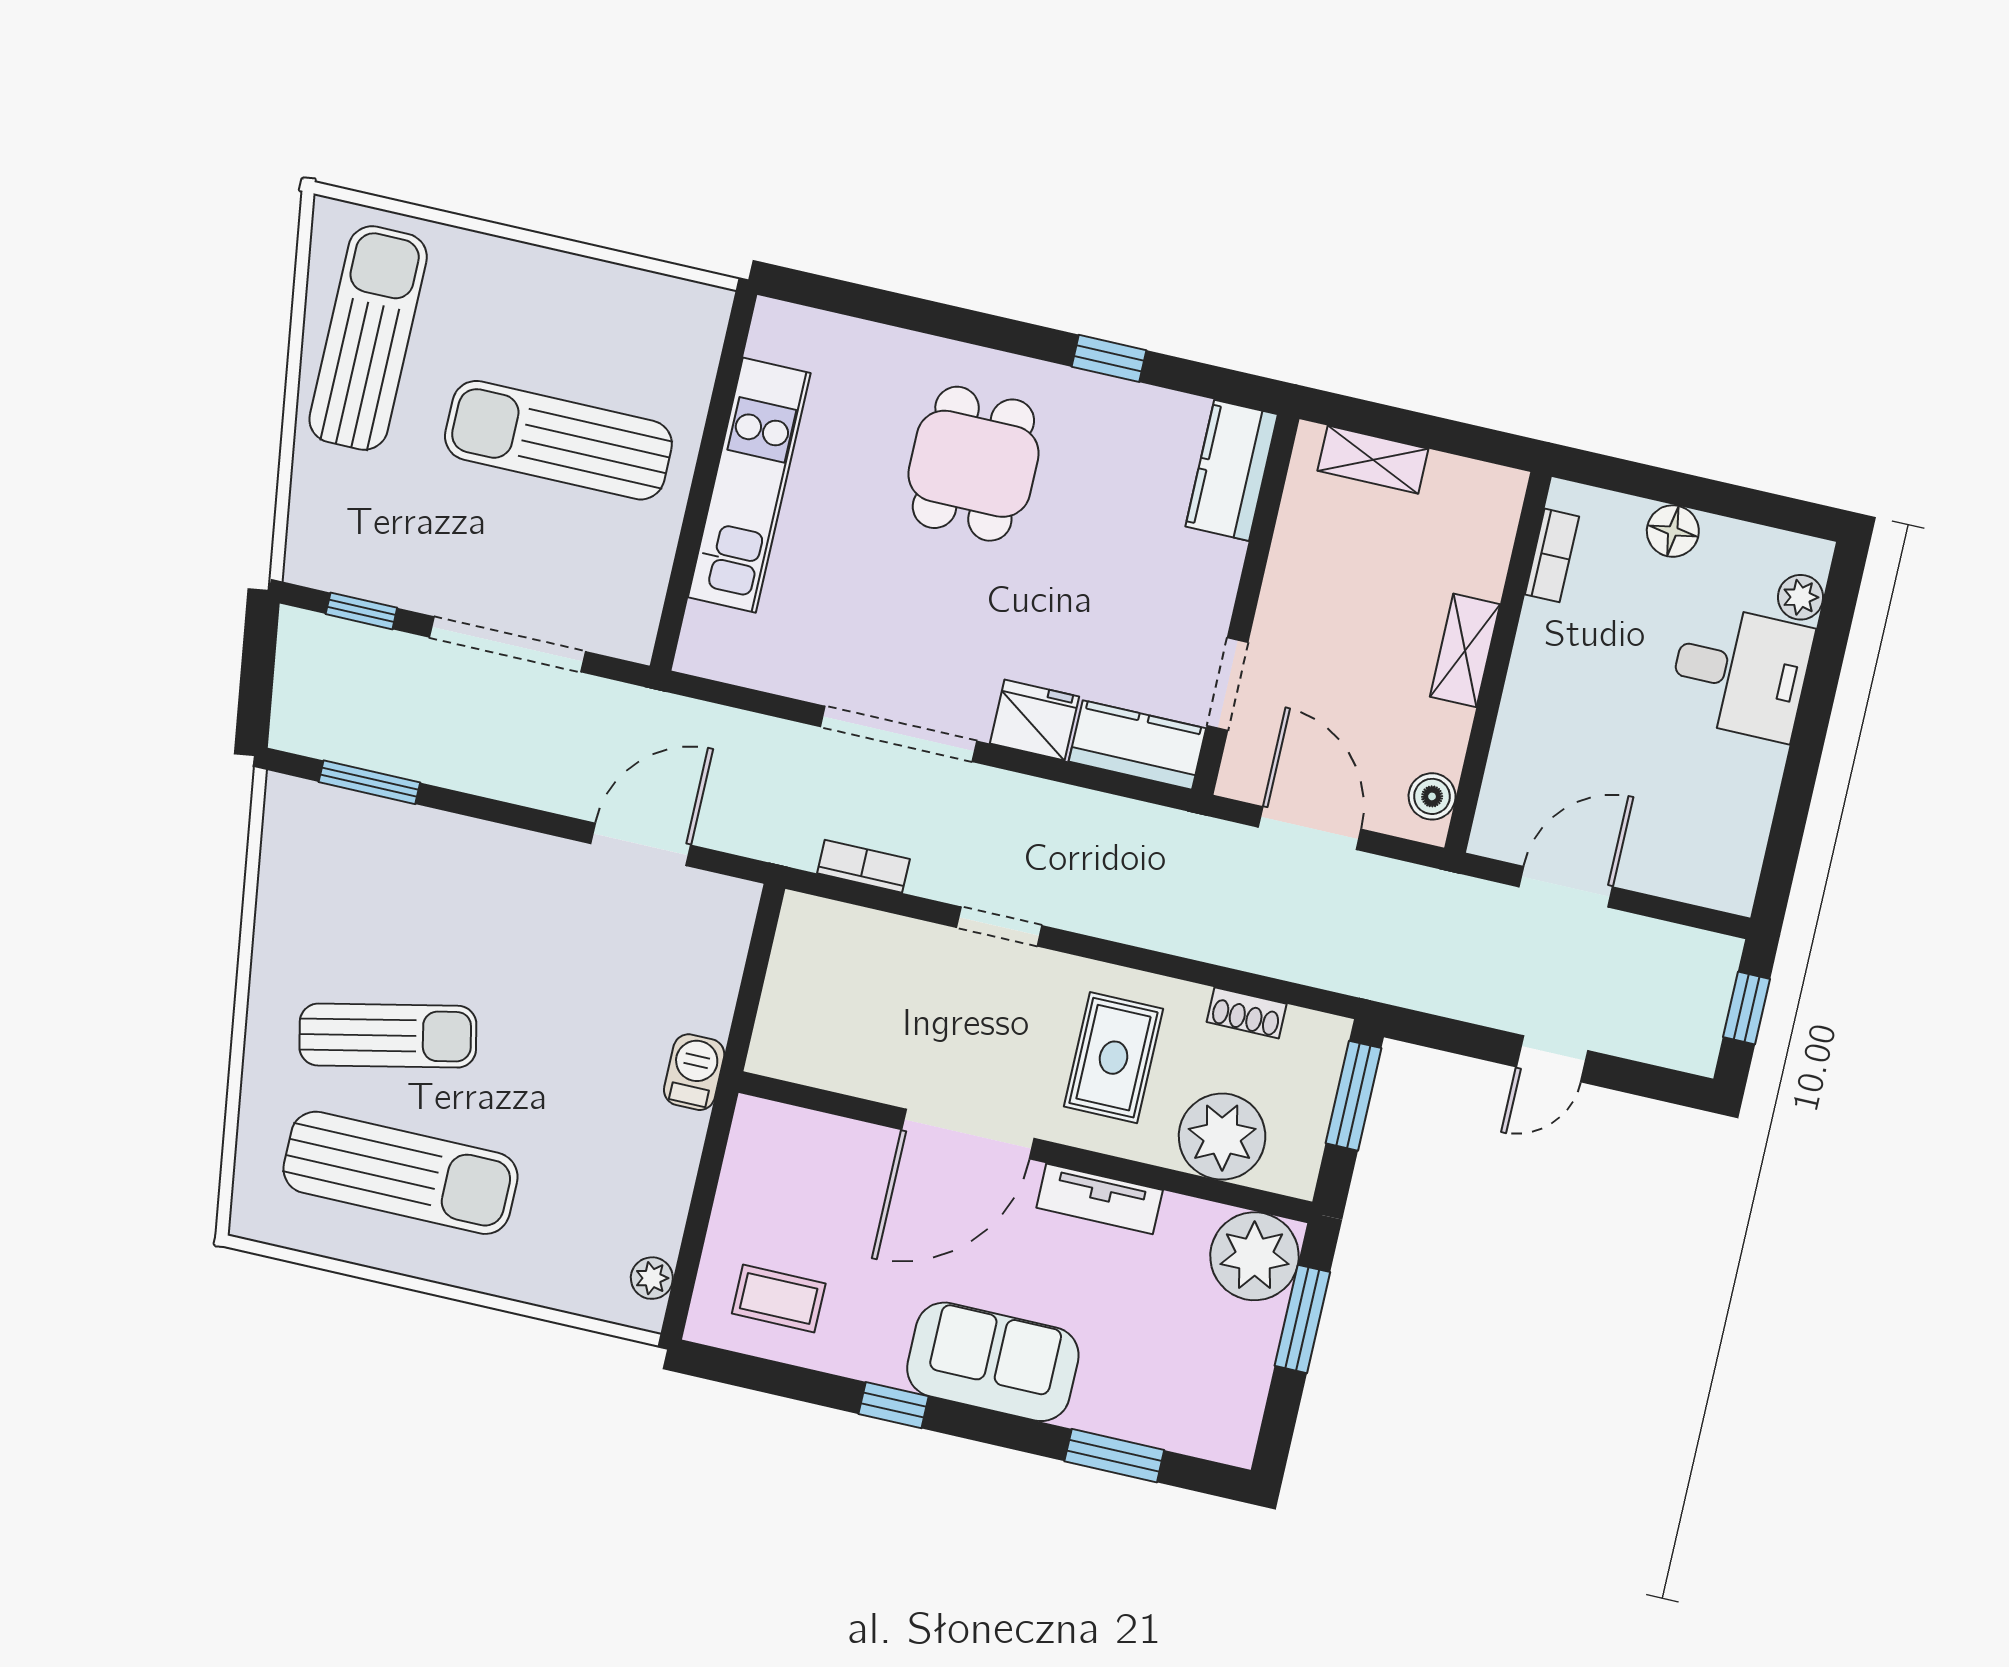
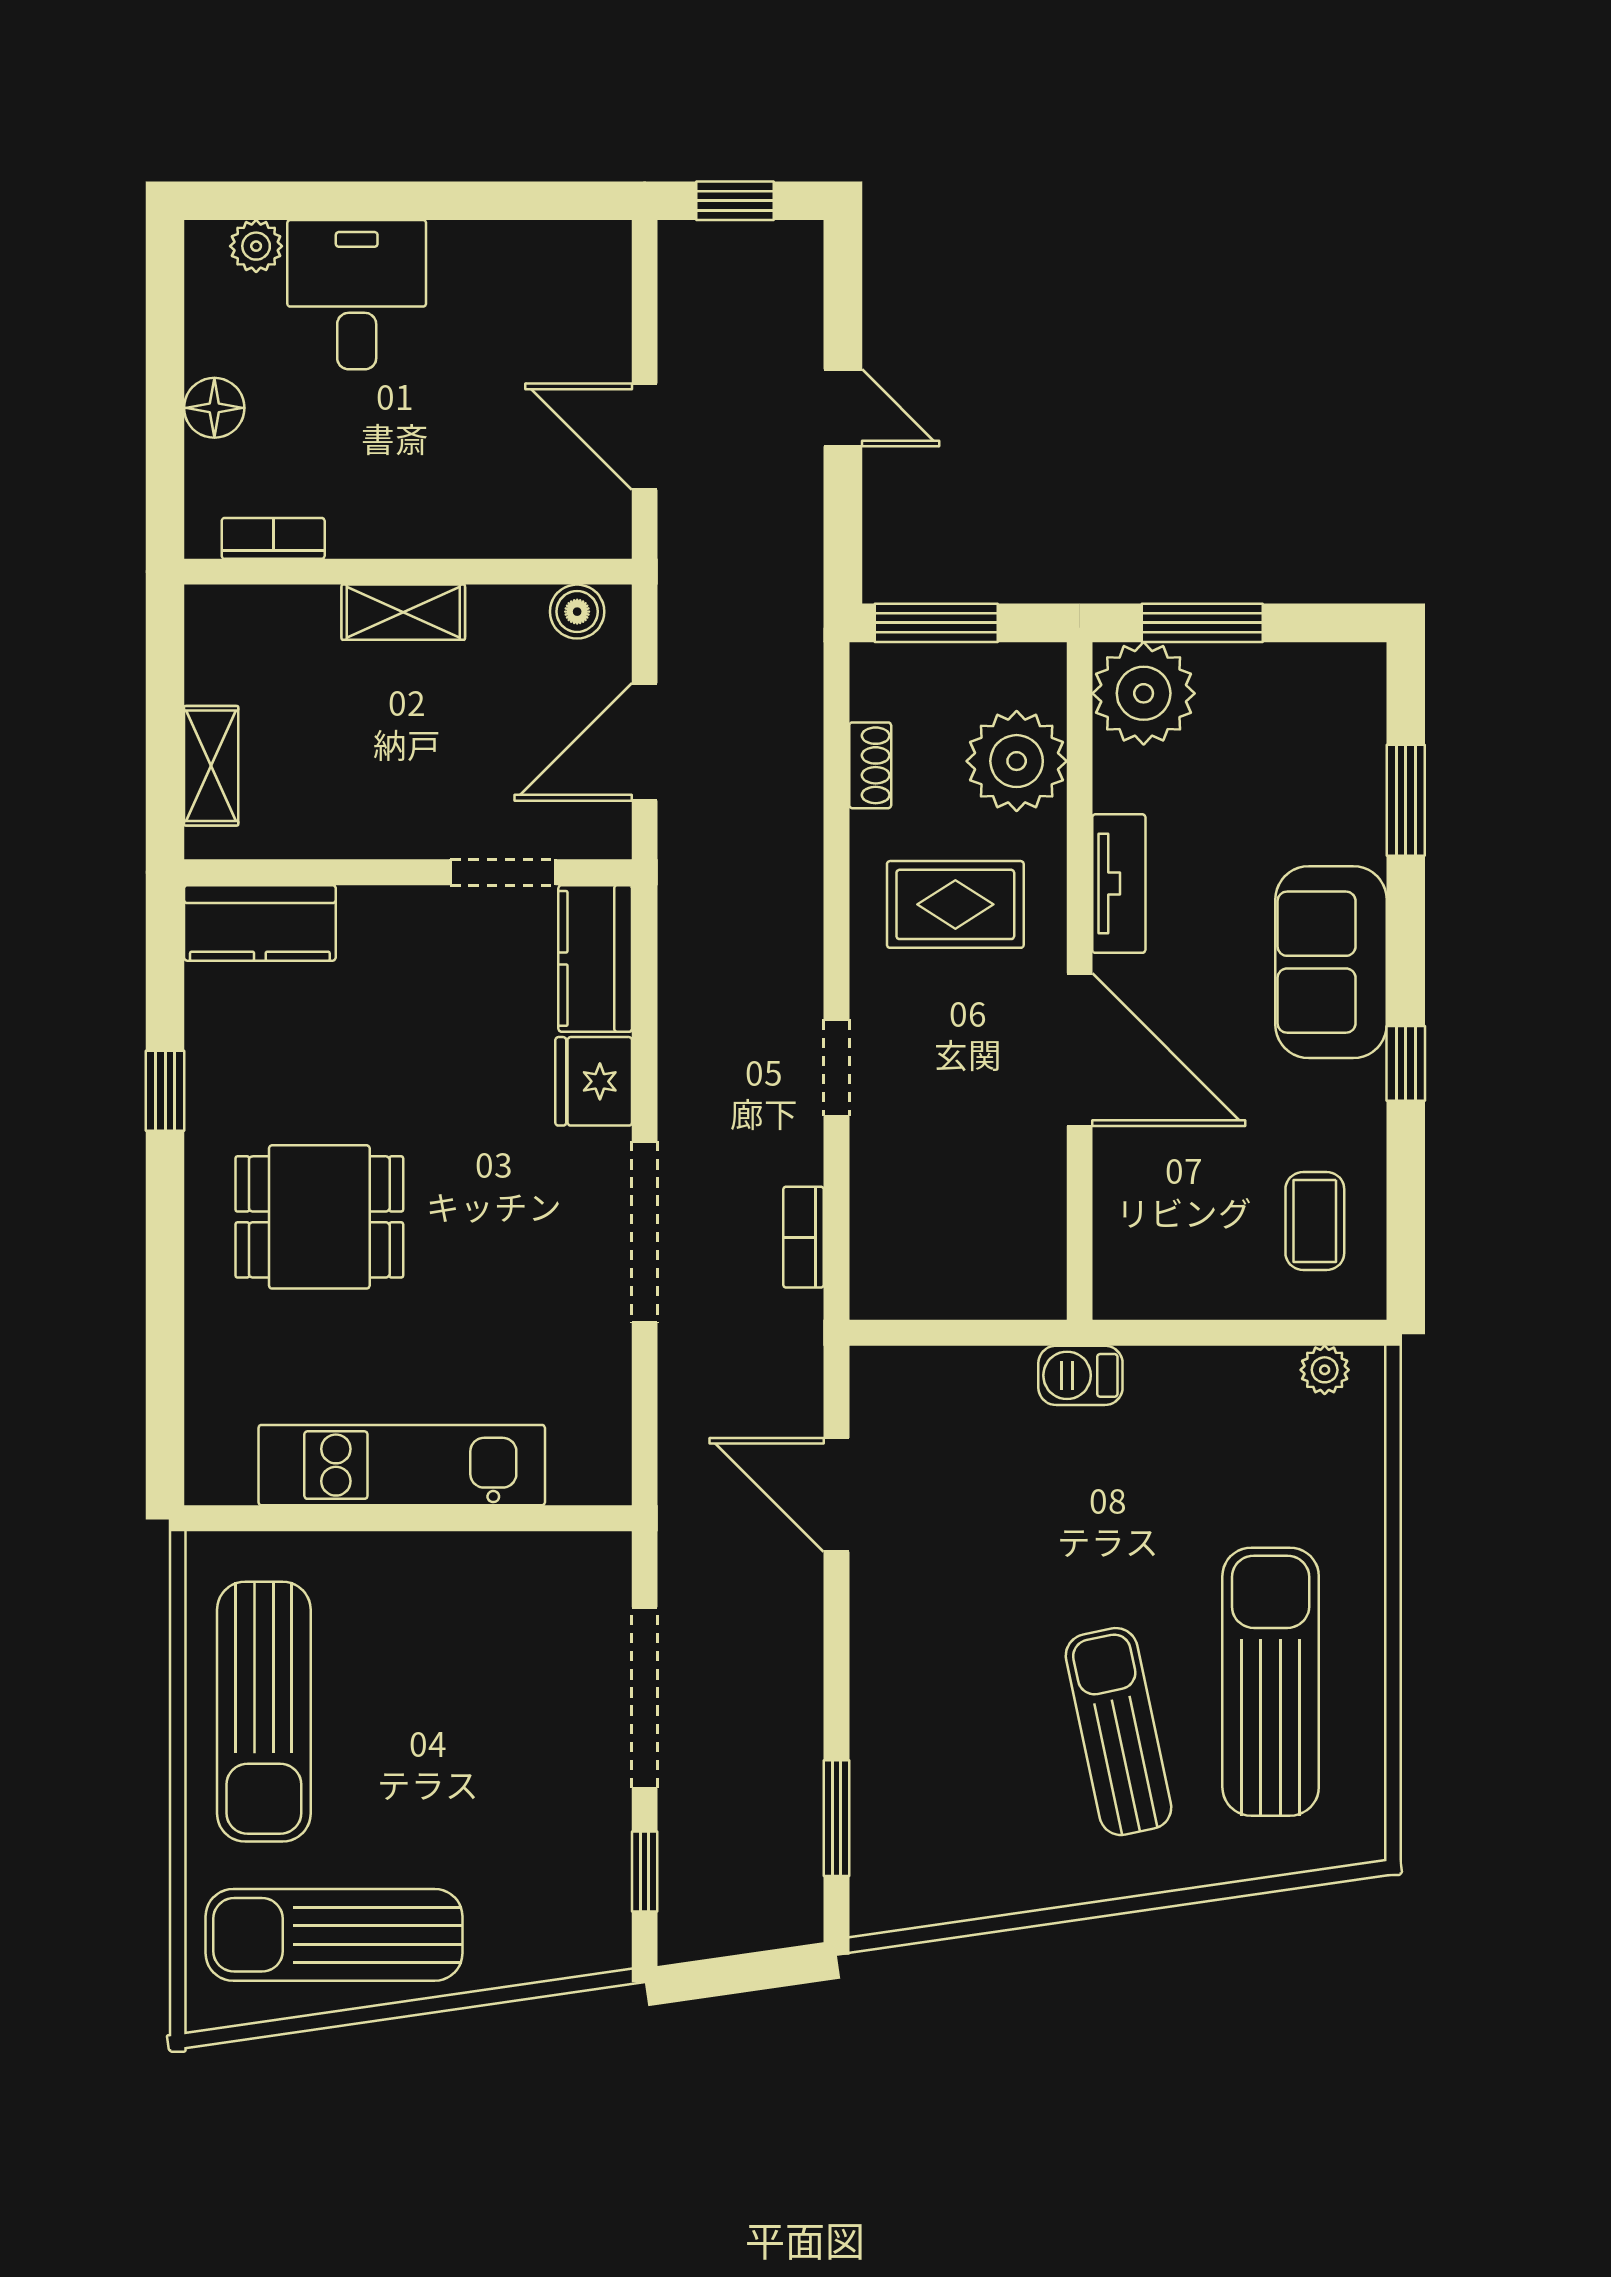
sun lounger: (558, 440) -> (264, 1712), moved

